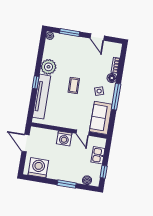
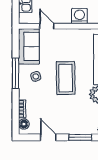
floor lamp: (112, 78) -> (24, 124), moved
coffee table: (74, 85) -> (66, 78), width x1.86, depth x1.72
washing machine: (64, 138) -> (79, 16), moved

